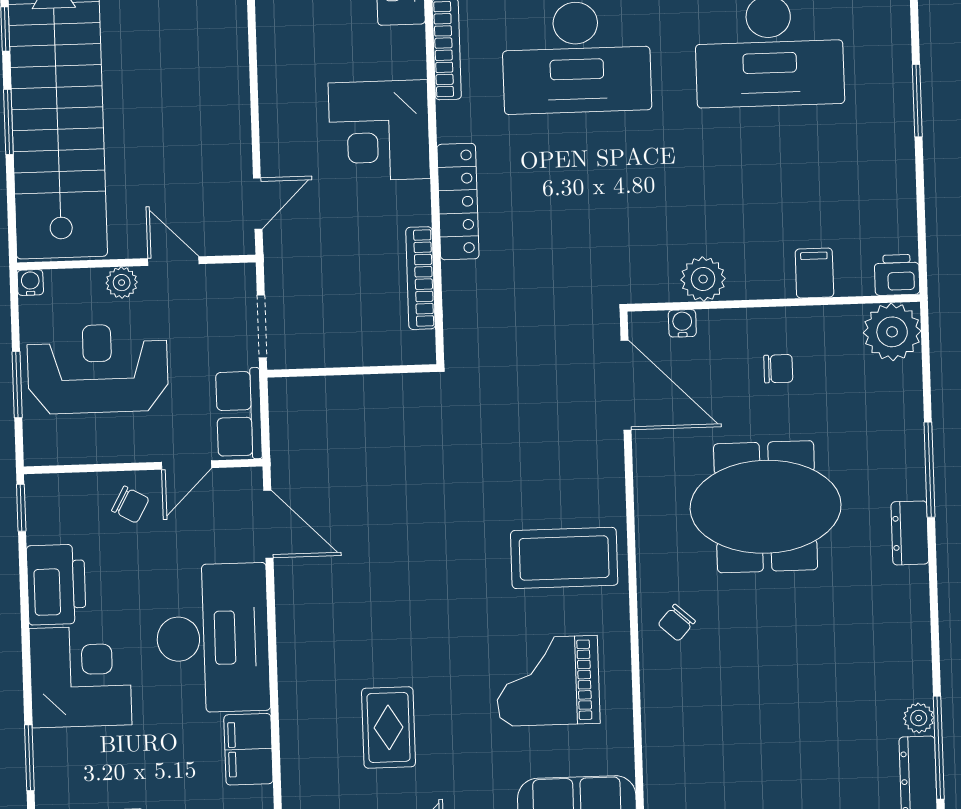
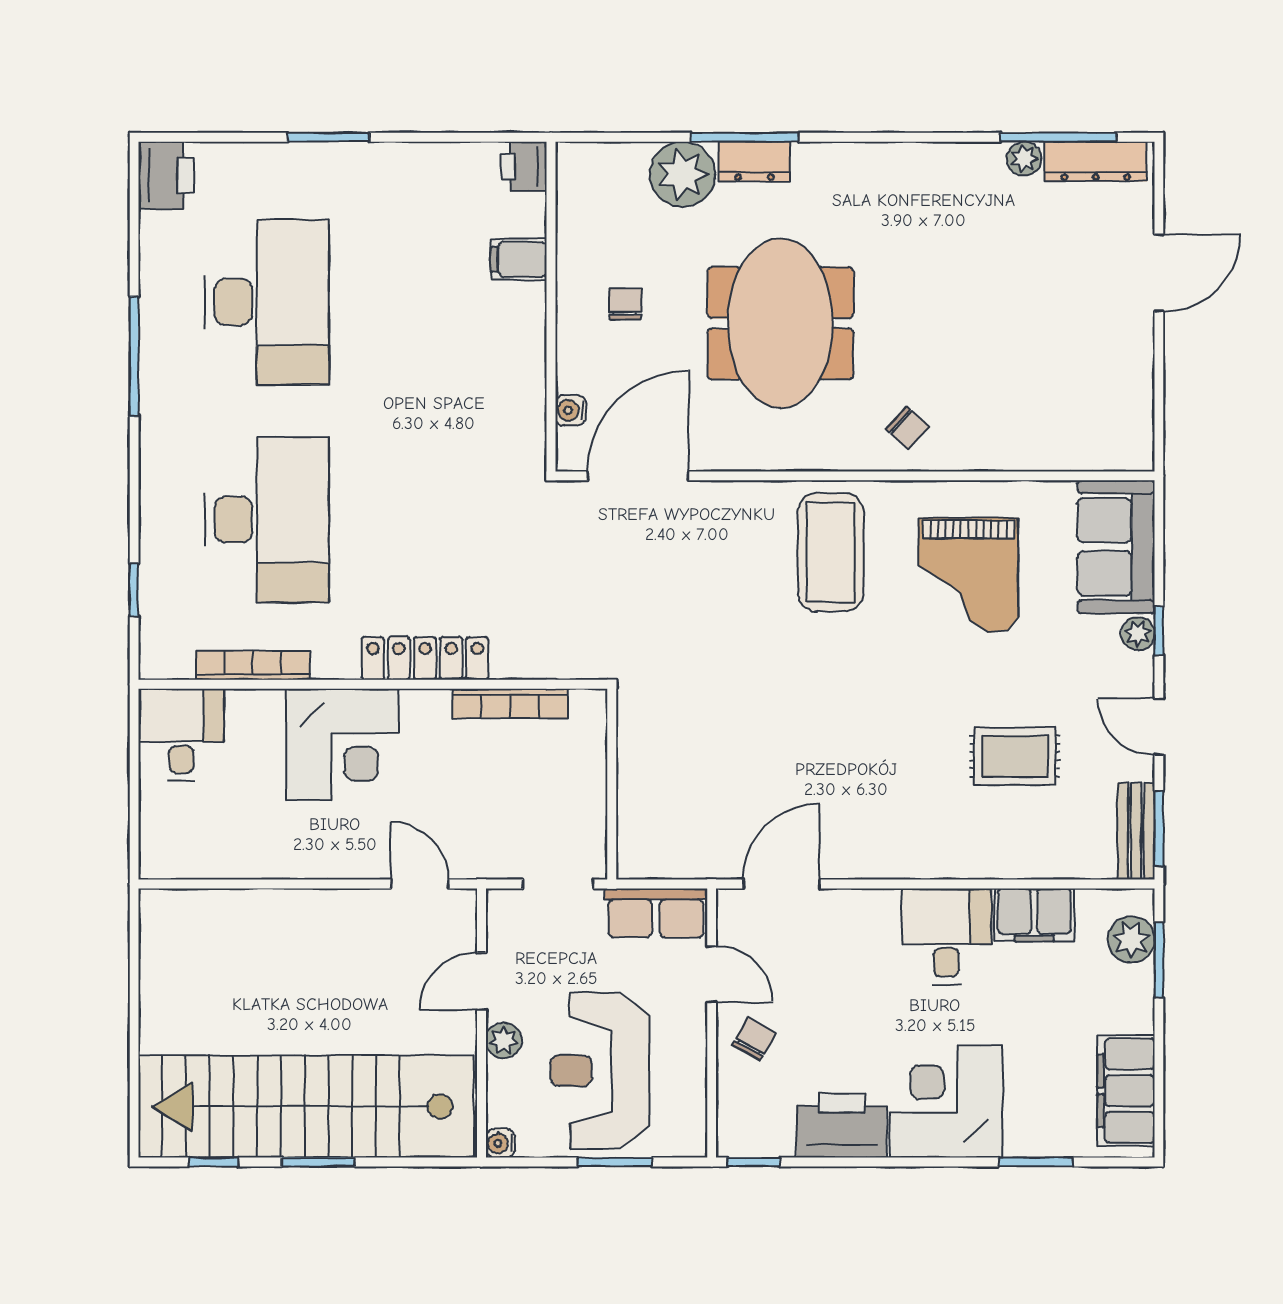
plant: (703, 279) -> (521, 385), removed
plant: (892, 332) -> (682, 174), moved
dresser: (910, 533) -> (754, 162), moved
desk: (213, 638) -> (946, 937), width x0.53, depth x0.77

